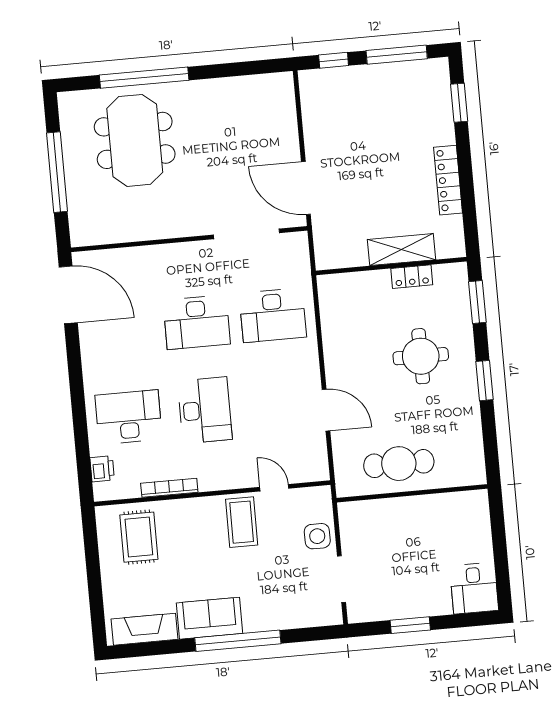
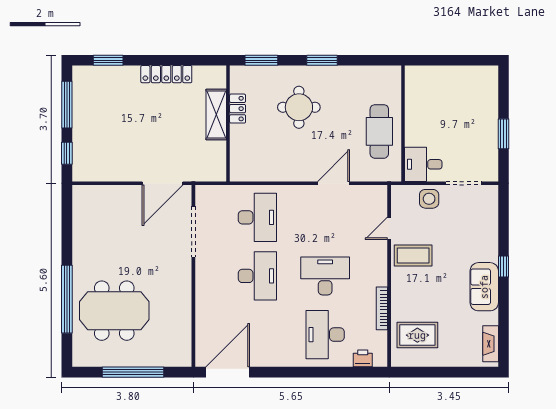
desk: (474, 588) -> (423, 164), moved, turned 180
fireplace: (145, 629) -> (491, 344), width x0.73, depth x0.76
window: (238, 641) -> (503, 267), width x0.32

